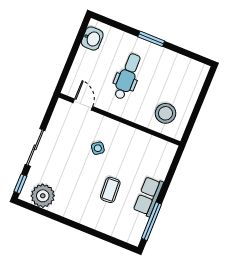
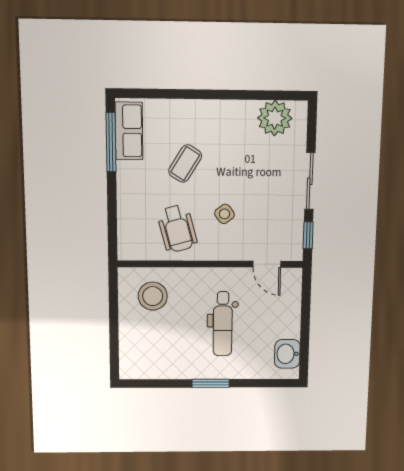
wheelchair: (132, 151) -> (177, 229), added
window: (20, 184) -> (308, 235), moved
coffee table: (110, 190) -> (185, 163), turned 35
row of seats: (148, 196) -> (129, 131), moved

